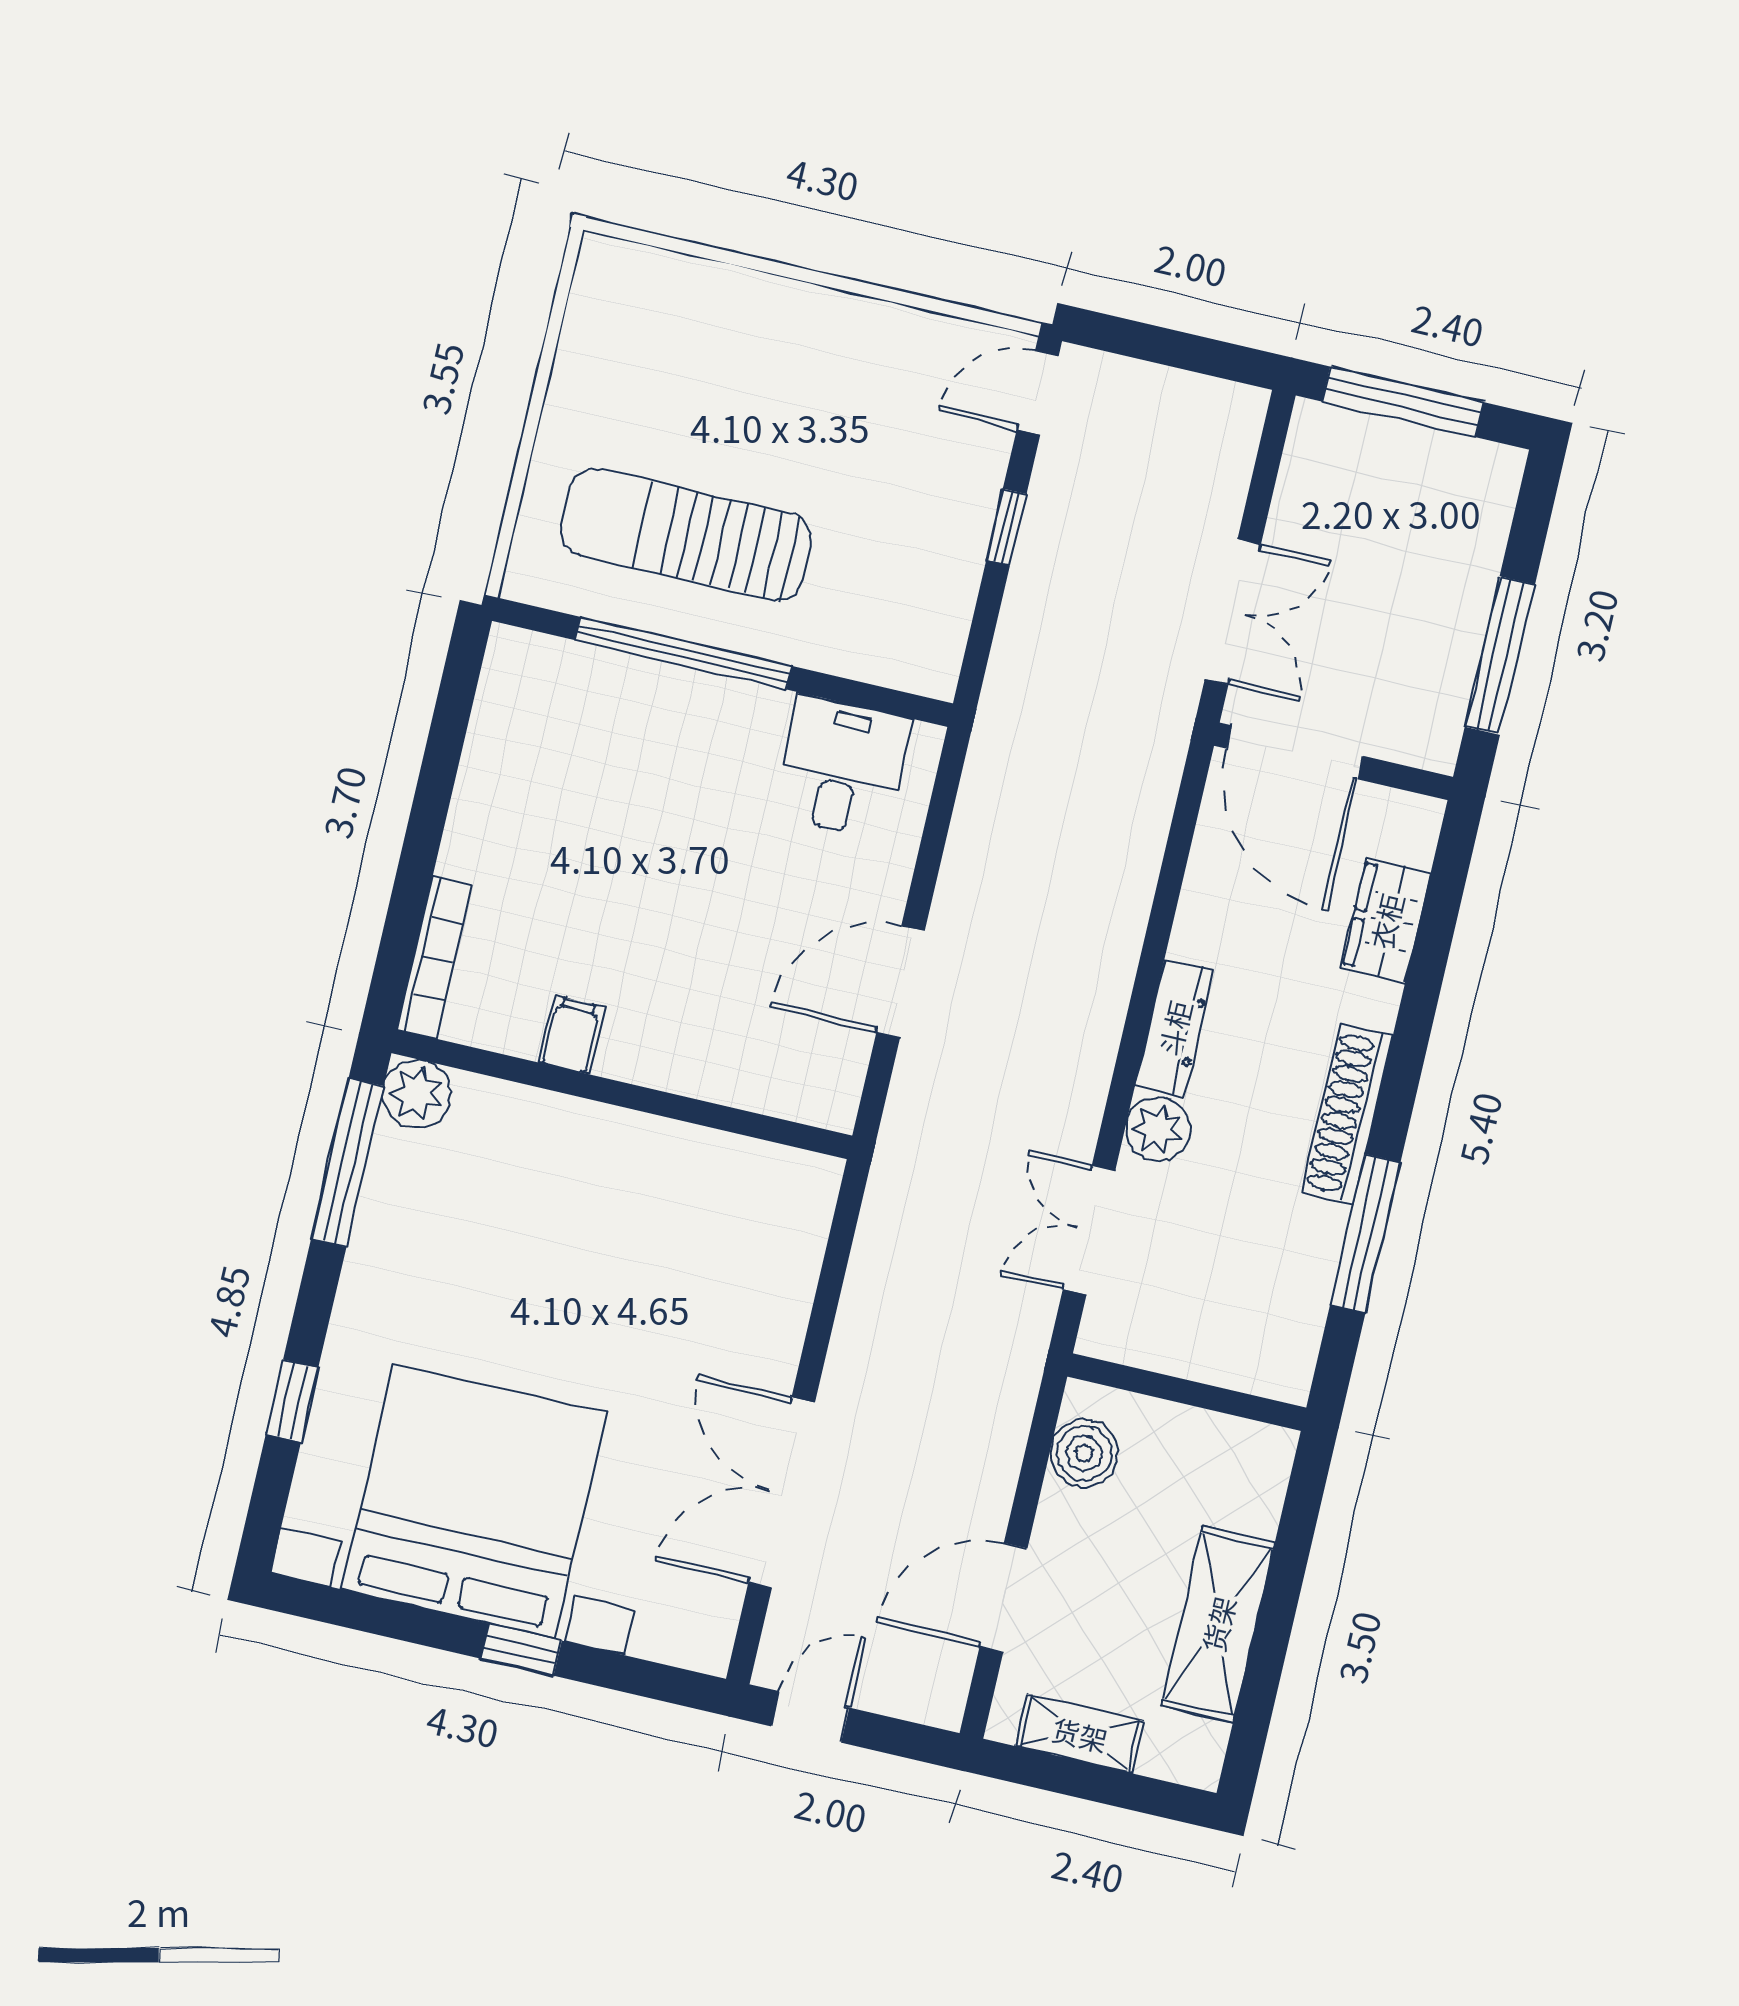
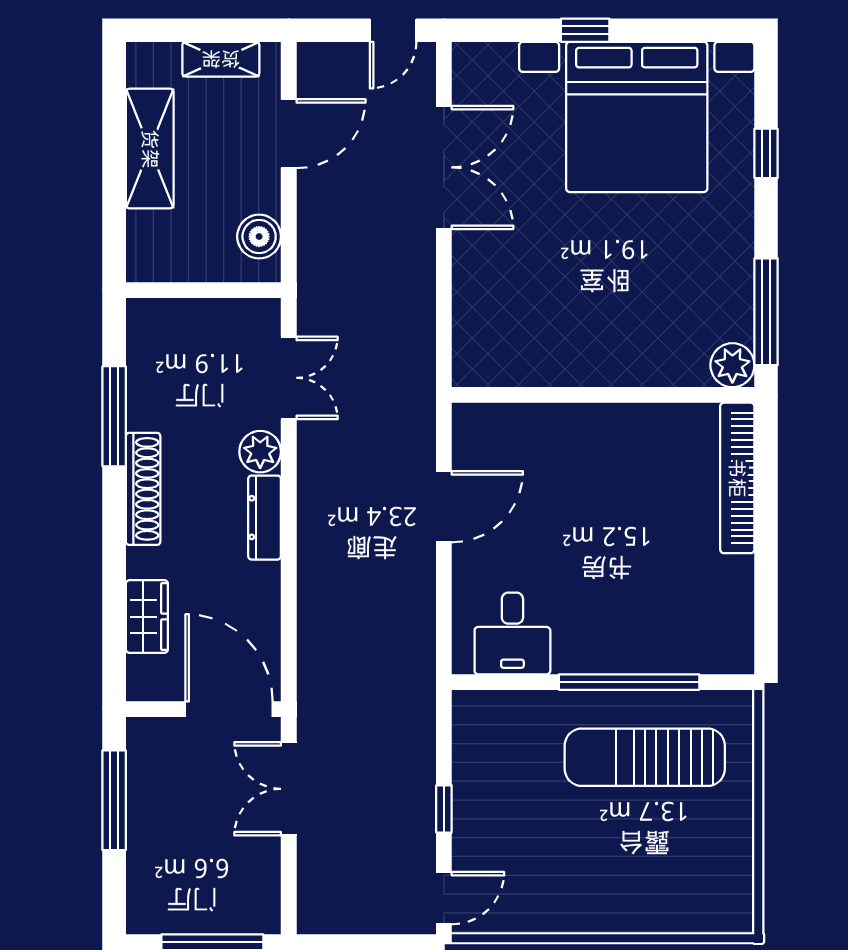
sun lounger: (686, 534) -> (645, 757), turned 180
bookcase: (434, 958) -> (737, 478), width x1.48, depth x1.31
filing cabinet: (572, 1035) -> (643, 425), removed

